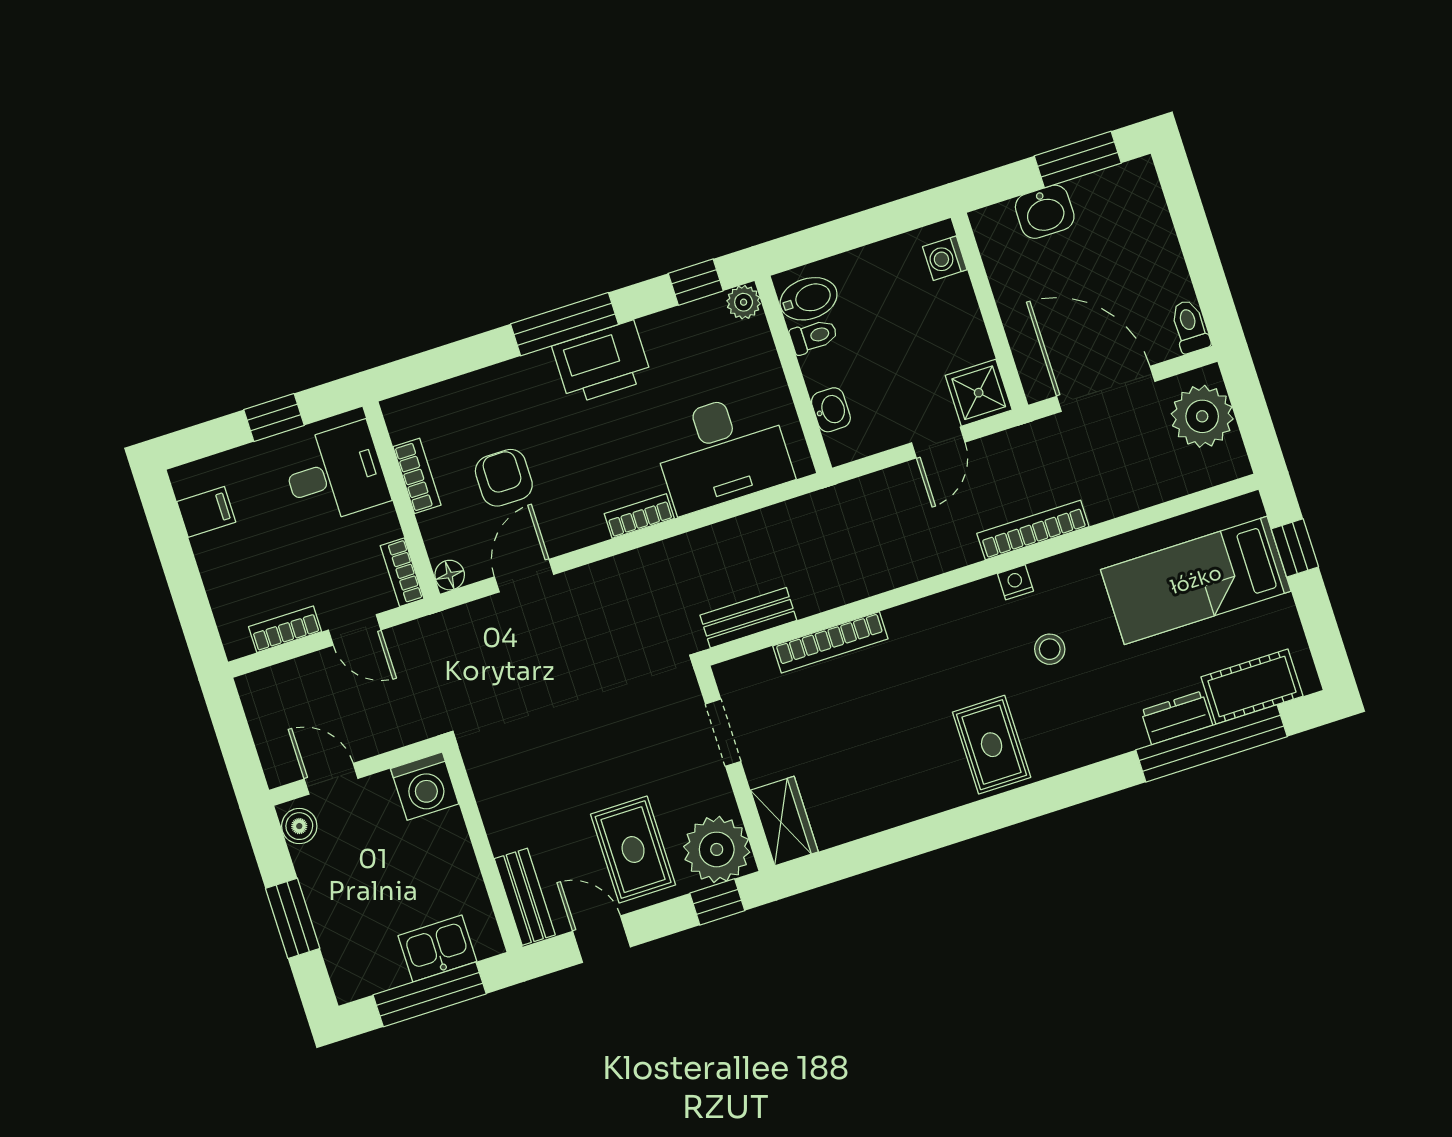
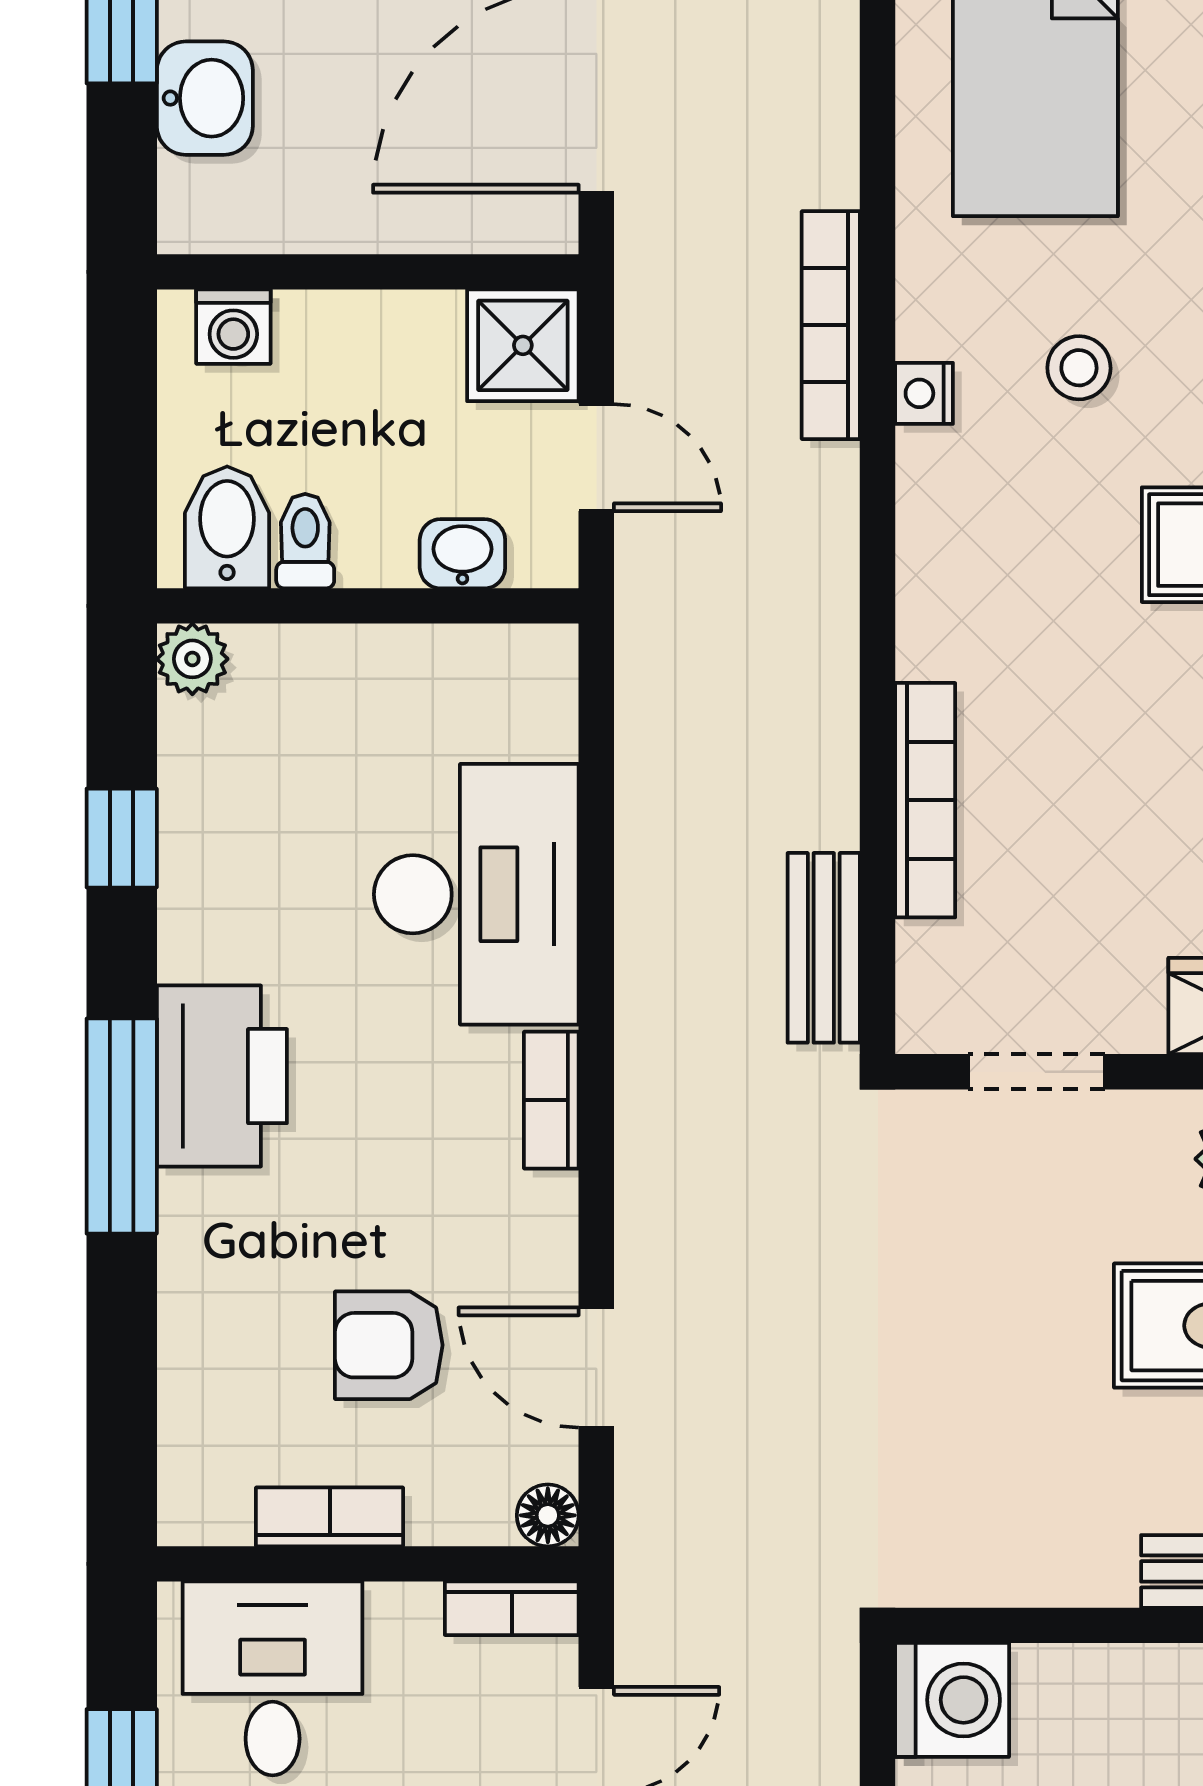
bidet: (809, 299) -> (227, 527), moved
plant: (744, 302) -> (192, 659), moved
toilet: (814, 336) -> (305, 541), moved
wall: (793, 374) -> (368, 606), moved
washbasin: (831, 410) -> (462, 554), moved

